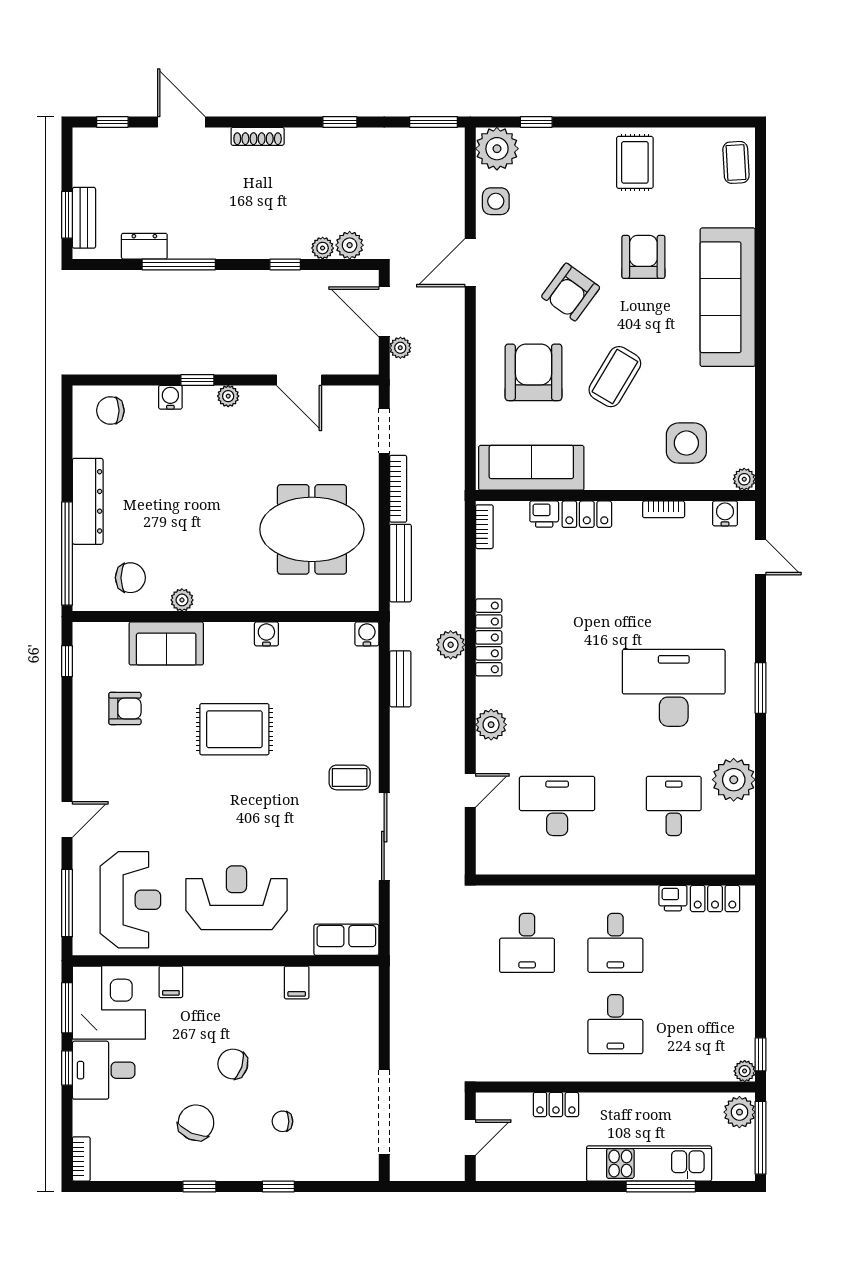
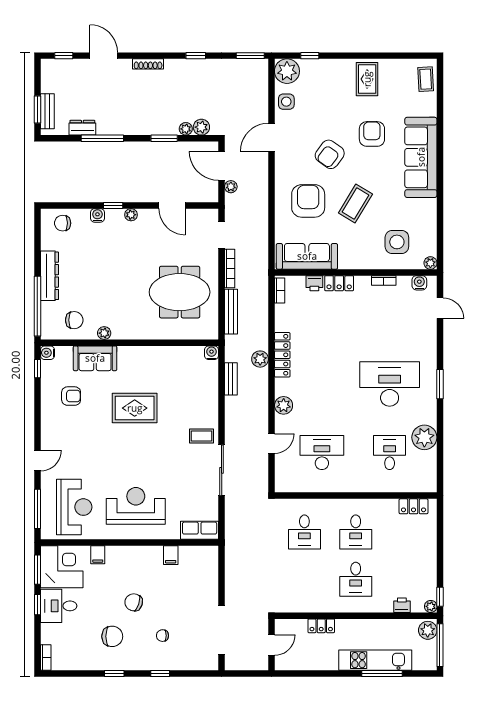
window: (285, 264) -> (164, 138), width x1.50
water cooler: (266, 634) -> (48, 353), moved, turned -90
printer: (673, 898) -> (402, 605), moved, turned 180
chair: (196, 1123) -> (112, 636), turned 66

